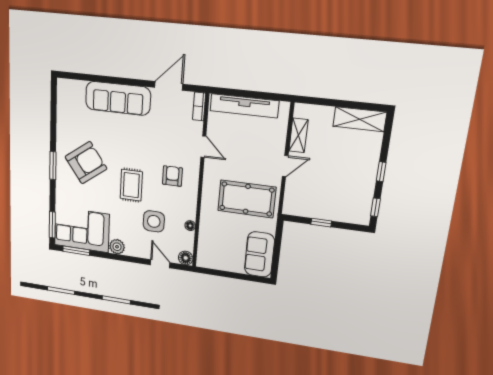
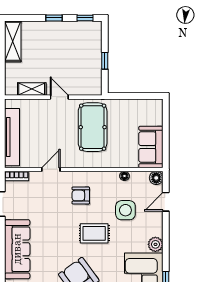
sofa: (259, 254) -> (151, 147), moved, turned 90

